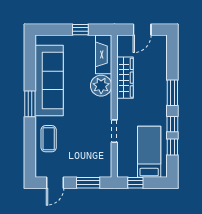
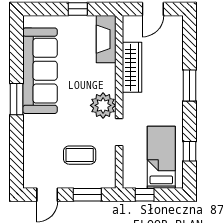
plant: (101, 86) -> (103, 105), moved
window: (172, 124) -> (190, 124), removed
coffee table: (49, 139) -> (80, 155), moved, turned 90

